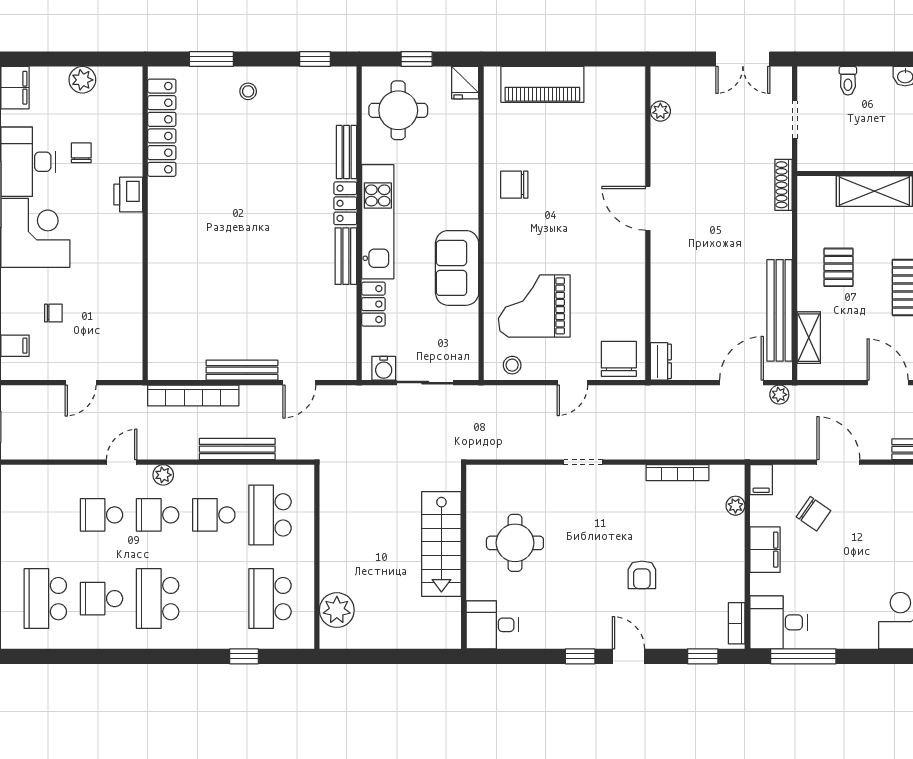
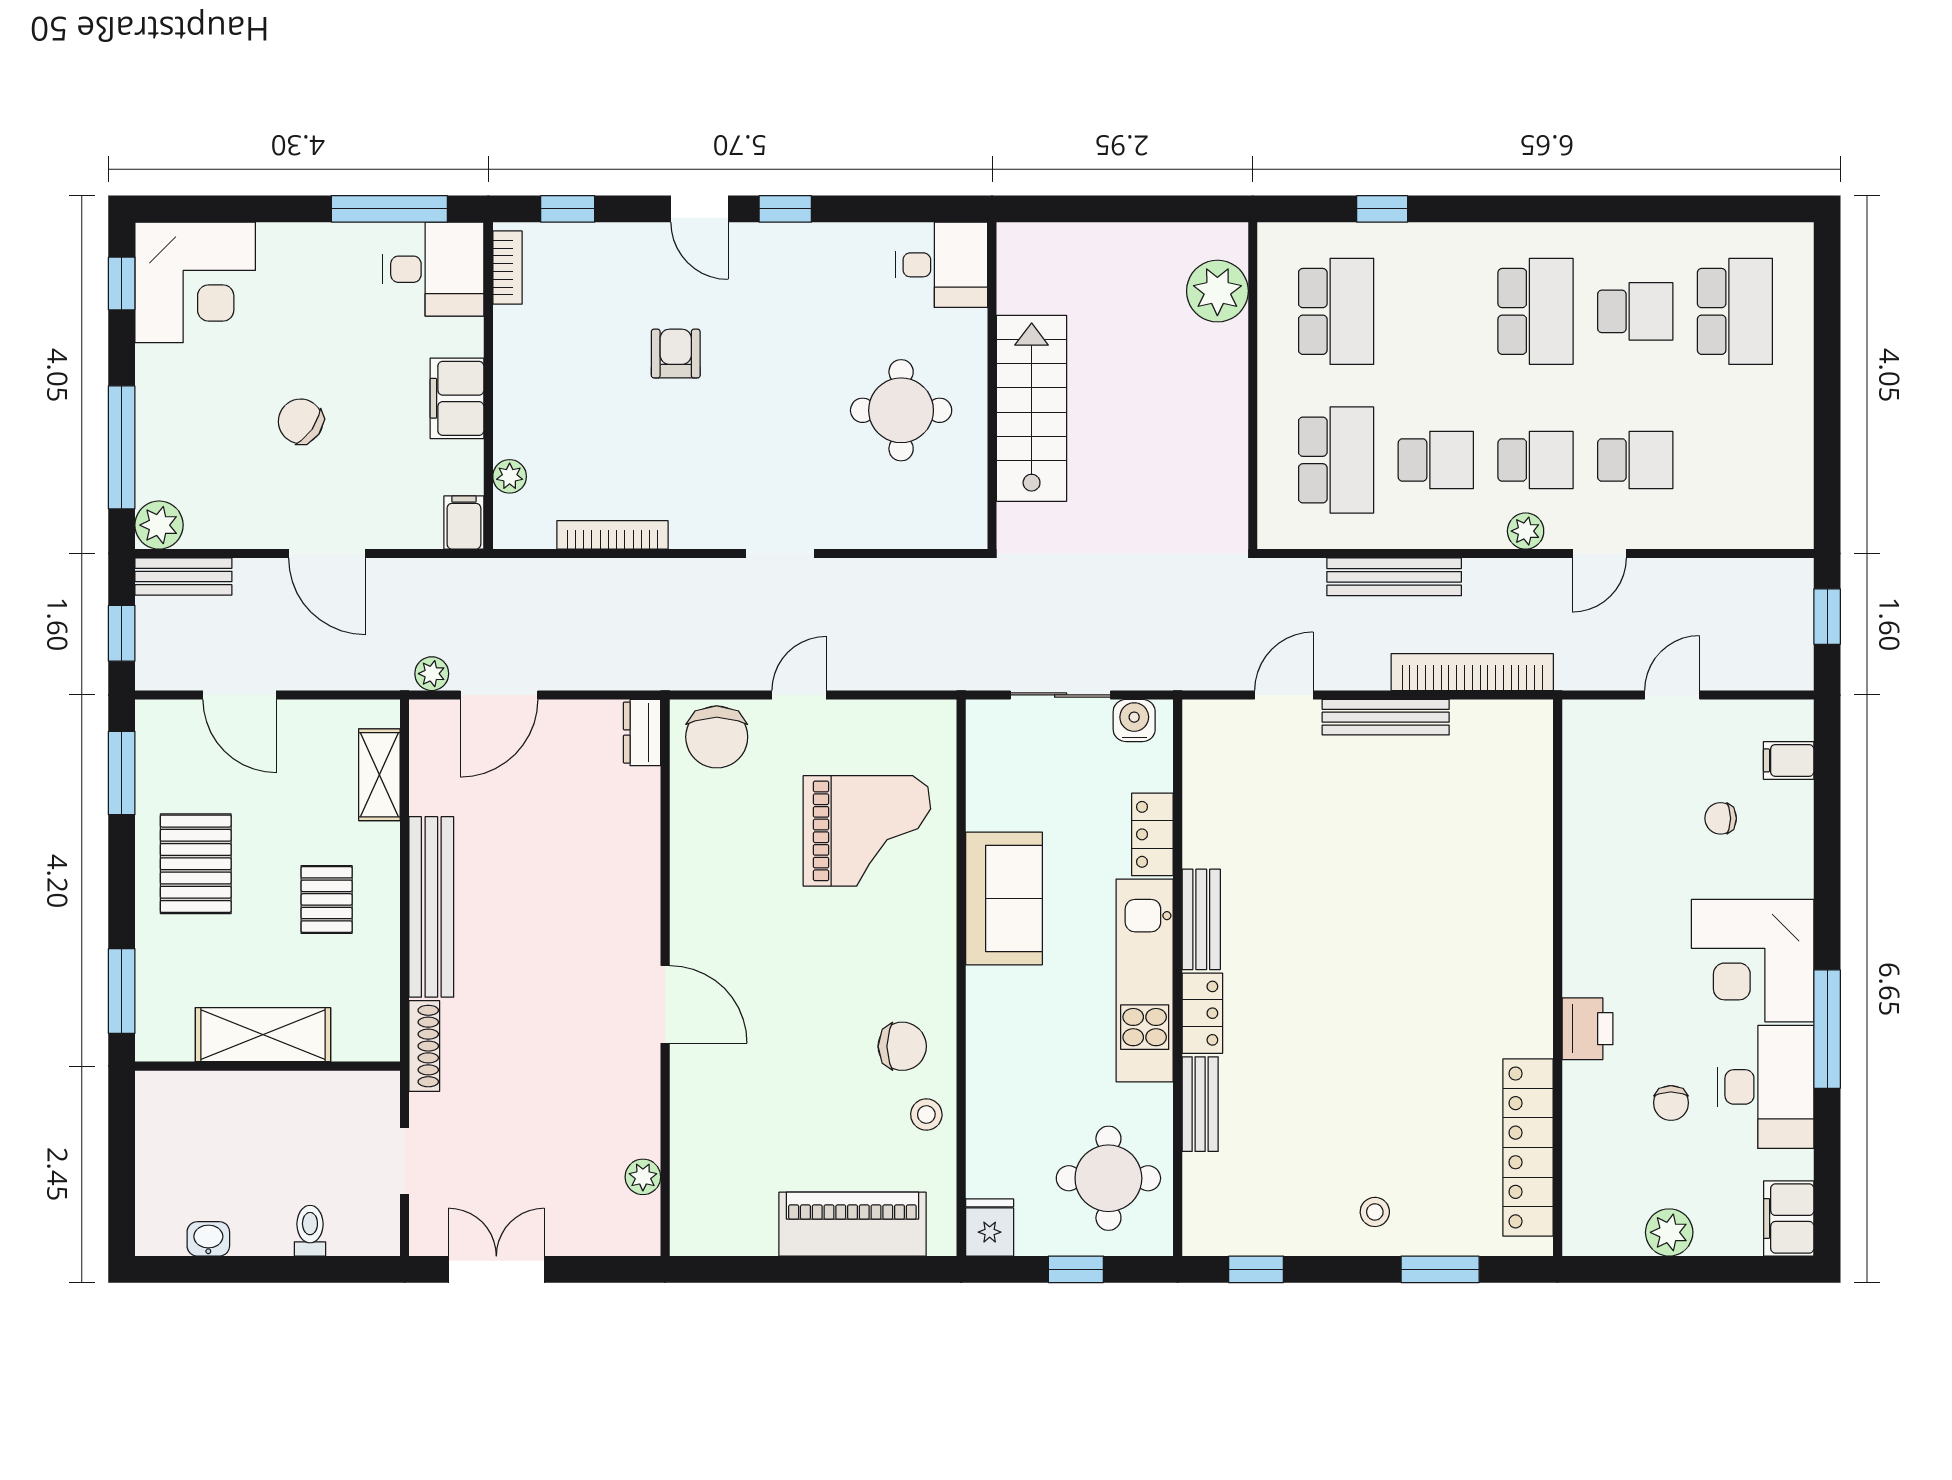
bench: (780, 310) -> (431, 907), moved
stool: (512, 365) -> (926, 1115), moved
chair: (814, 514) -> (301, 421), moved

